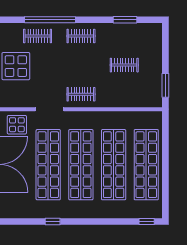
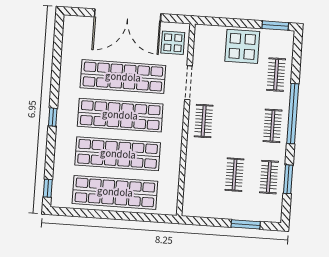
window: (50, 20) -> (293, 114), moved
clothes rail: (124, 36) -> (269, 177), added
window: (165, 85) -> (246, 224), moved
window: (53, 221) -> (53, 117), moved

